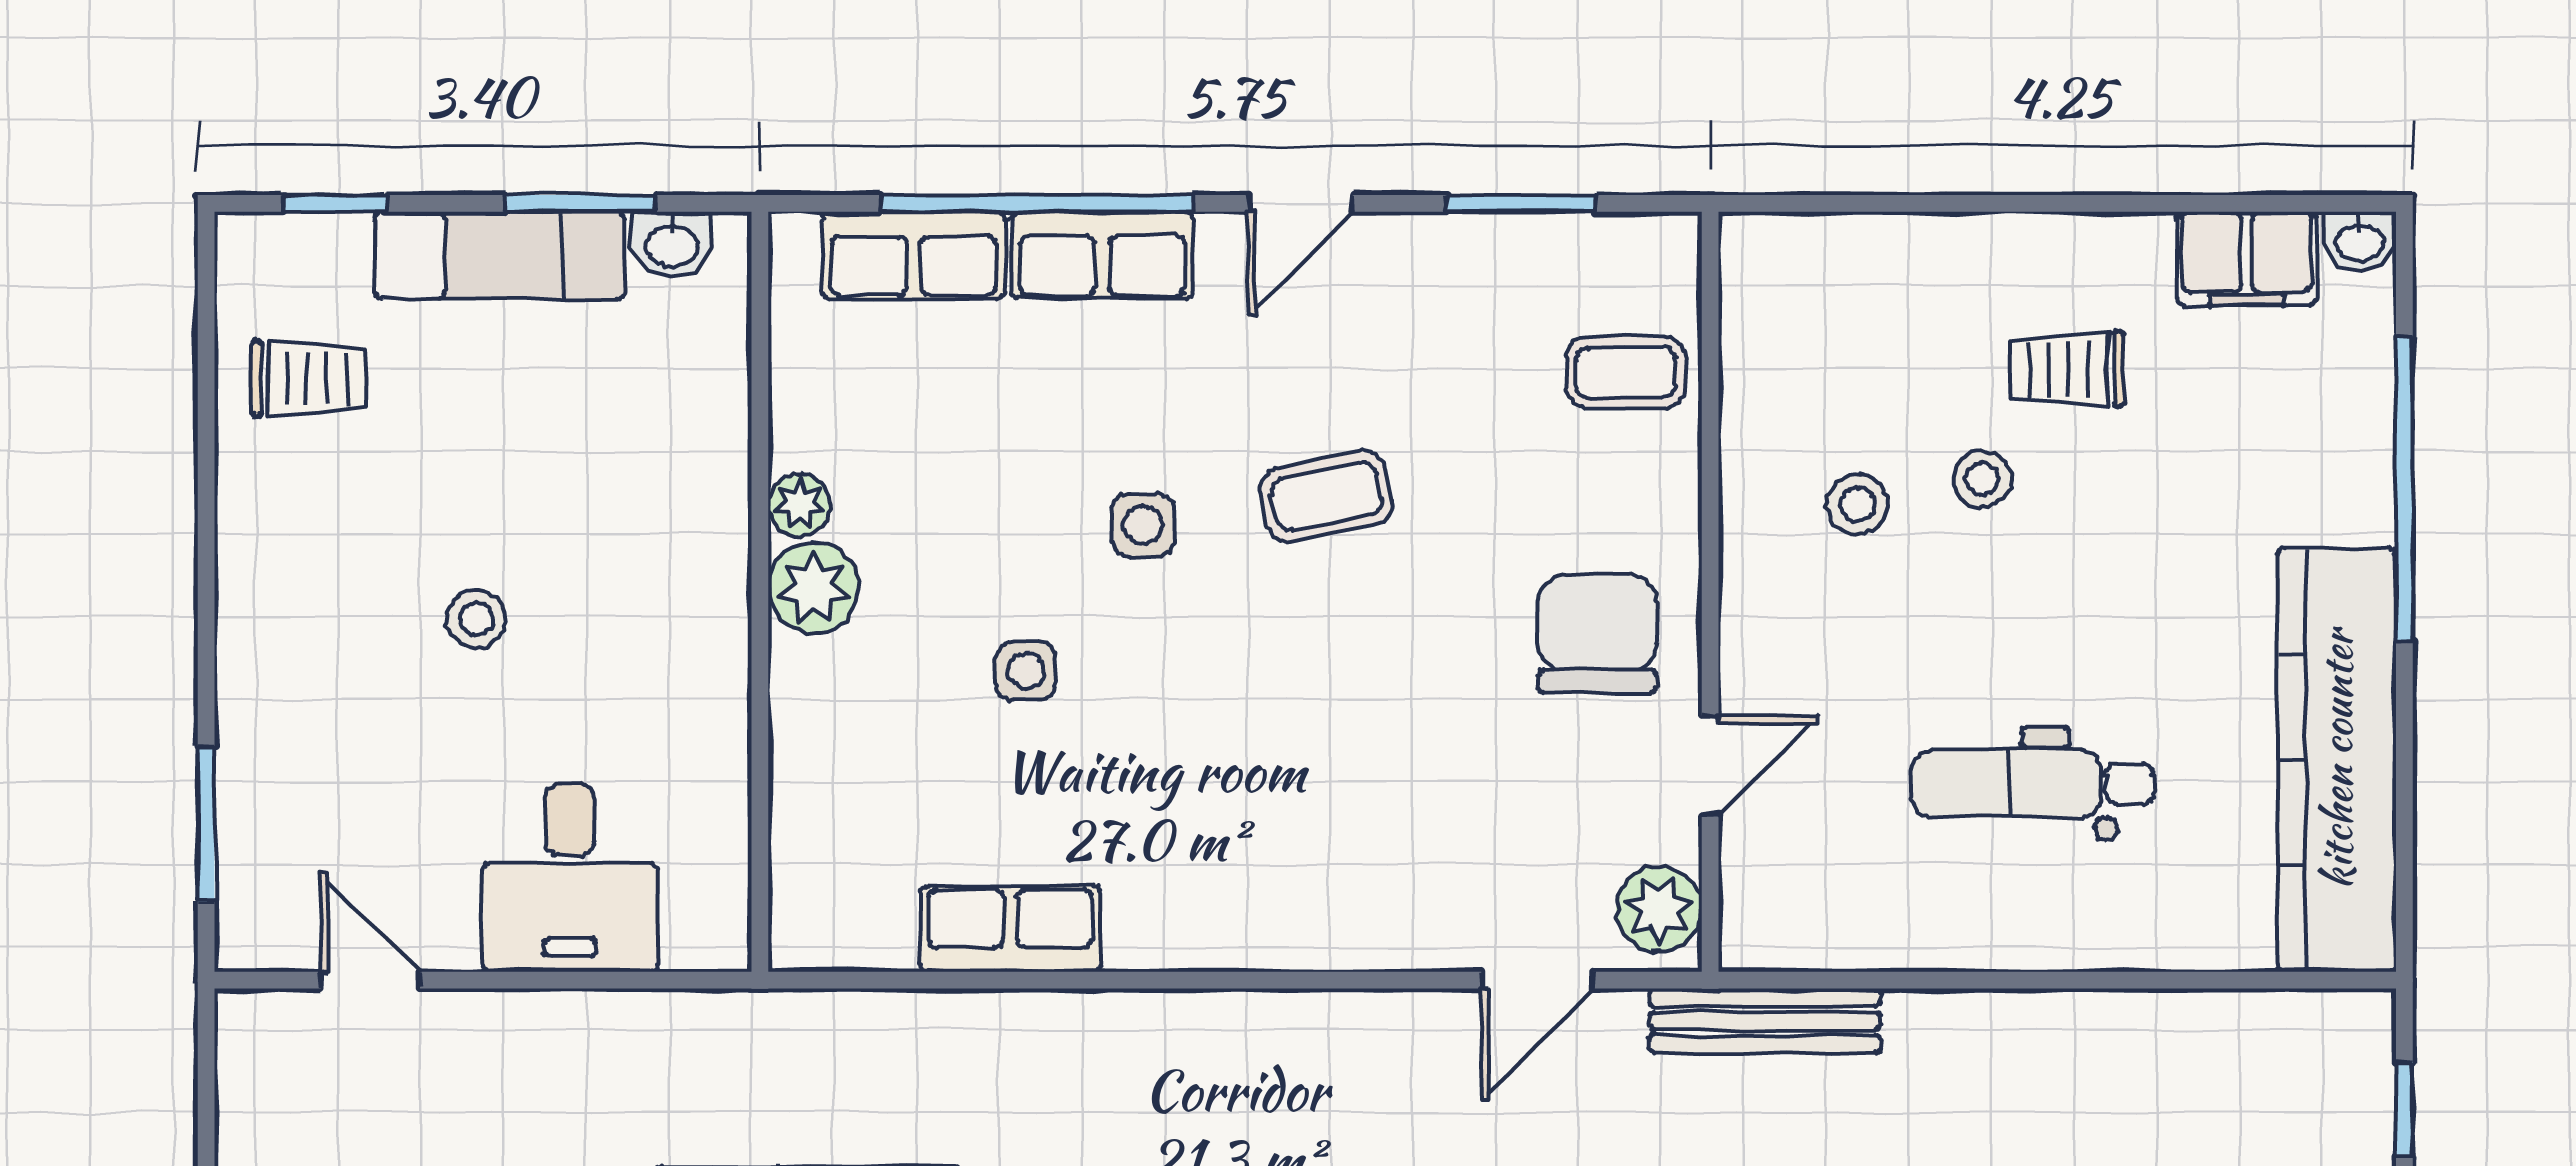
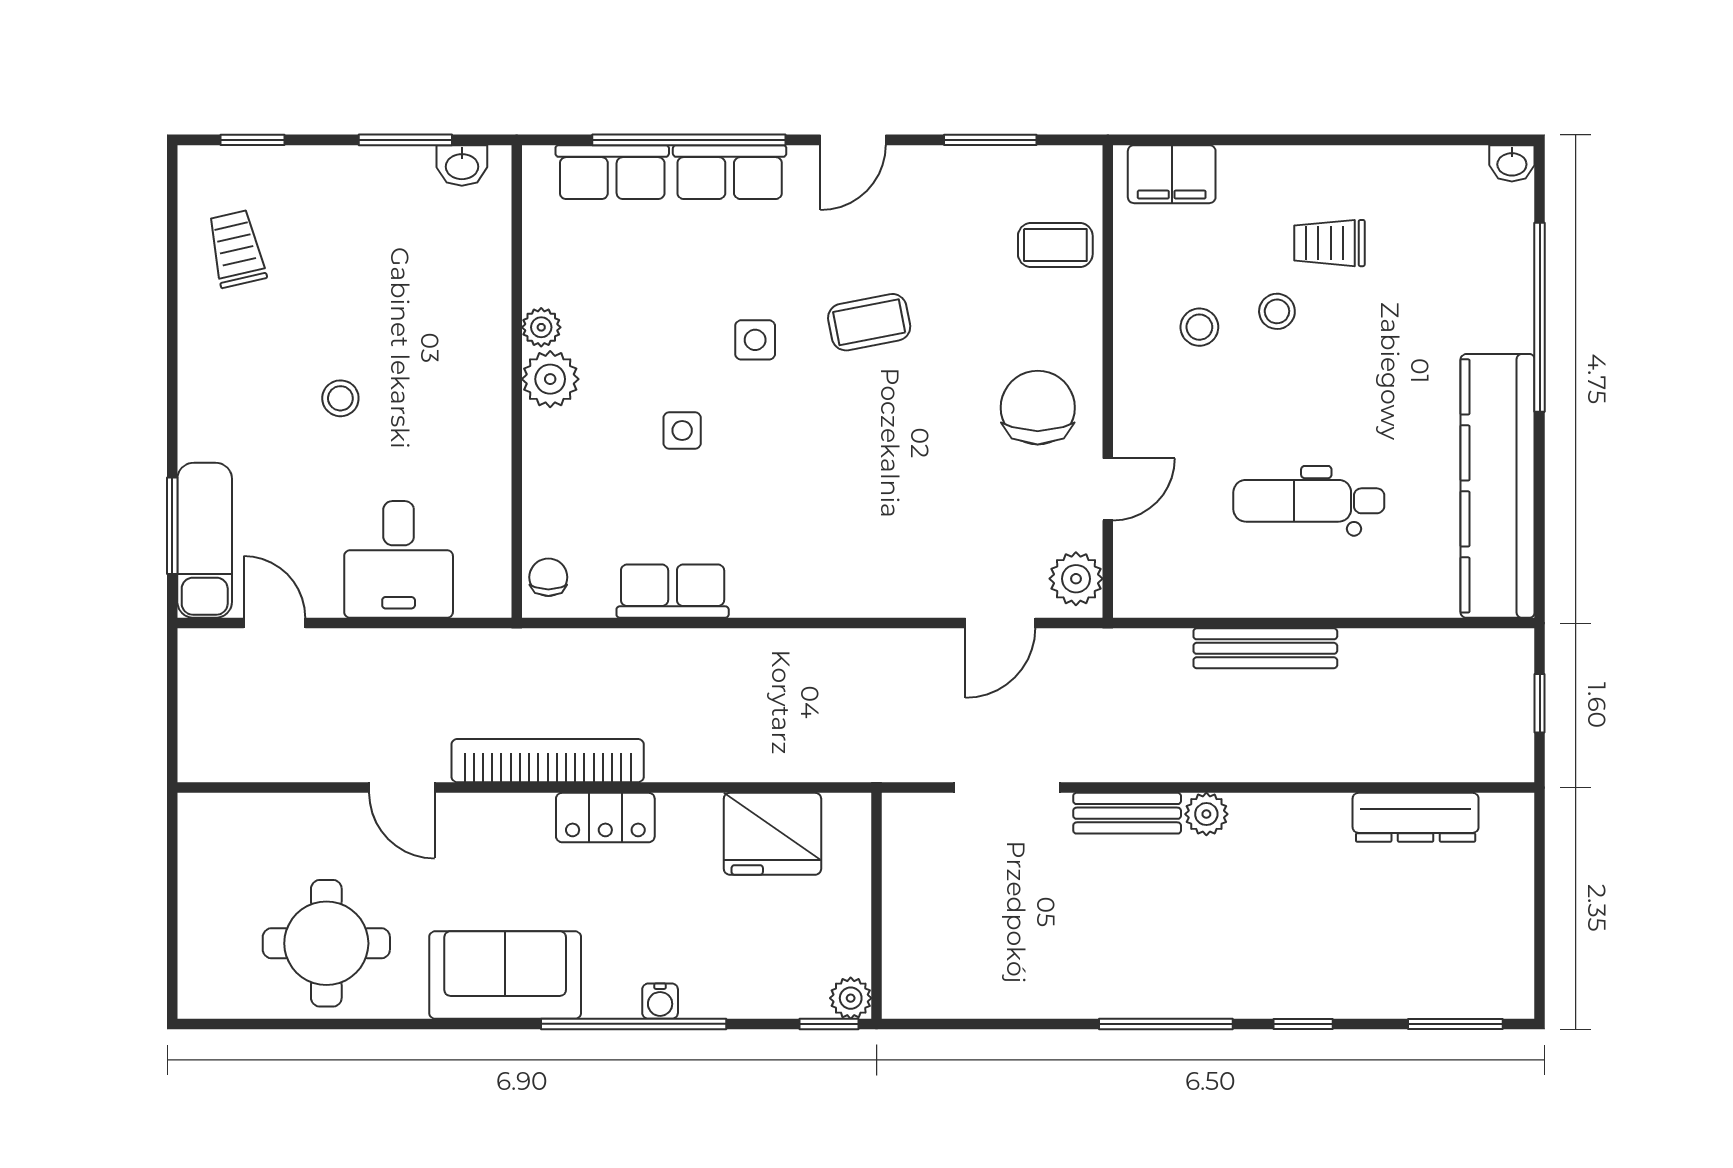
exam couch: (500, 255) -> (205, 540), moved, turned -90
filing cabinet: (2247, 258) -> (1172, 174), moved
trolley: (309, 379) -> (236, 249), turned -103
chair: (811, 907) -> (548, 577), added
bench: (1765, 1021) -> (1265, 648), moved

